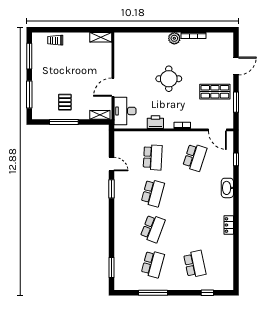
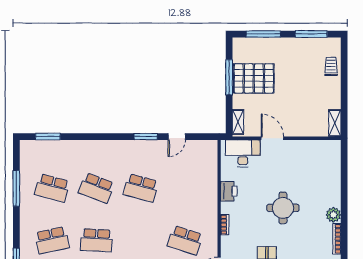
pallet: (65, 102) -> (254, 78), width x2.05, depth x2.00
school desk: (153, 157) -> (96, 240), moved

